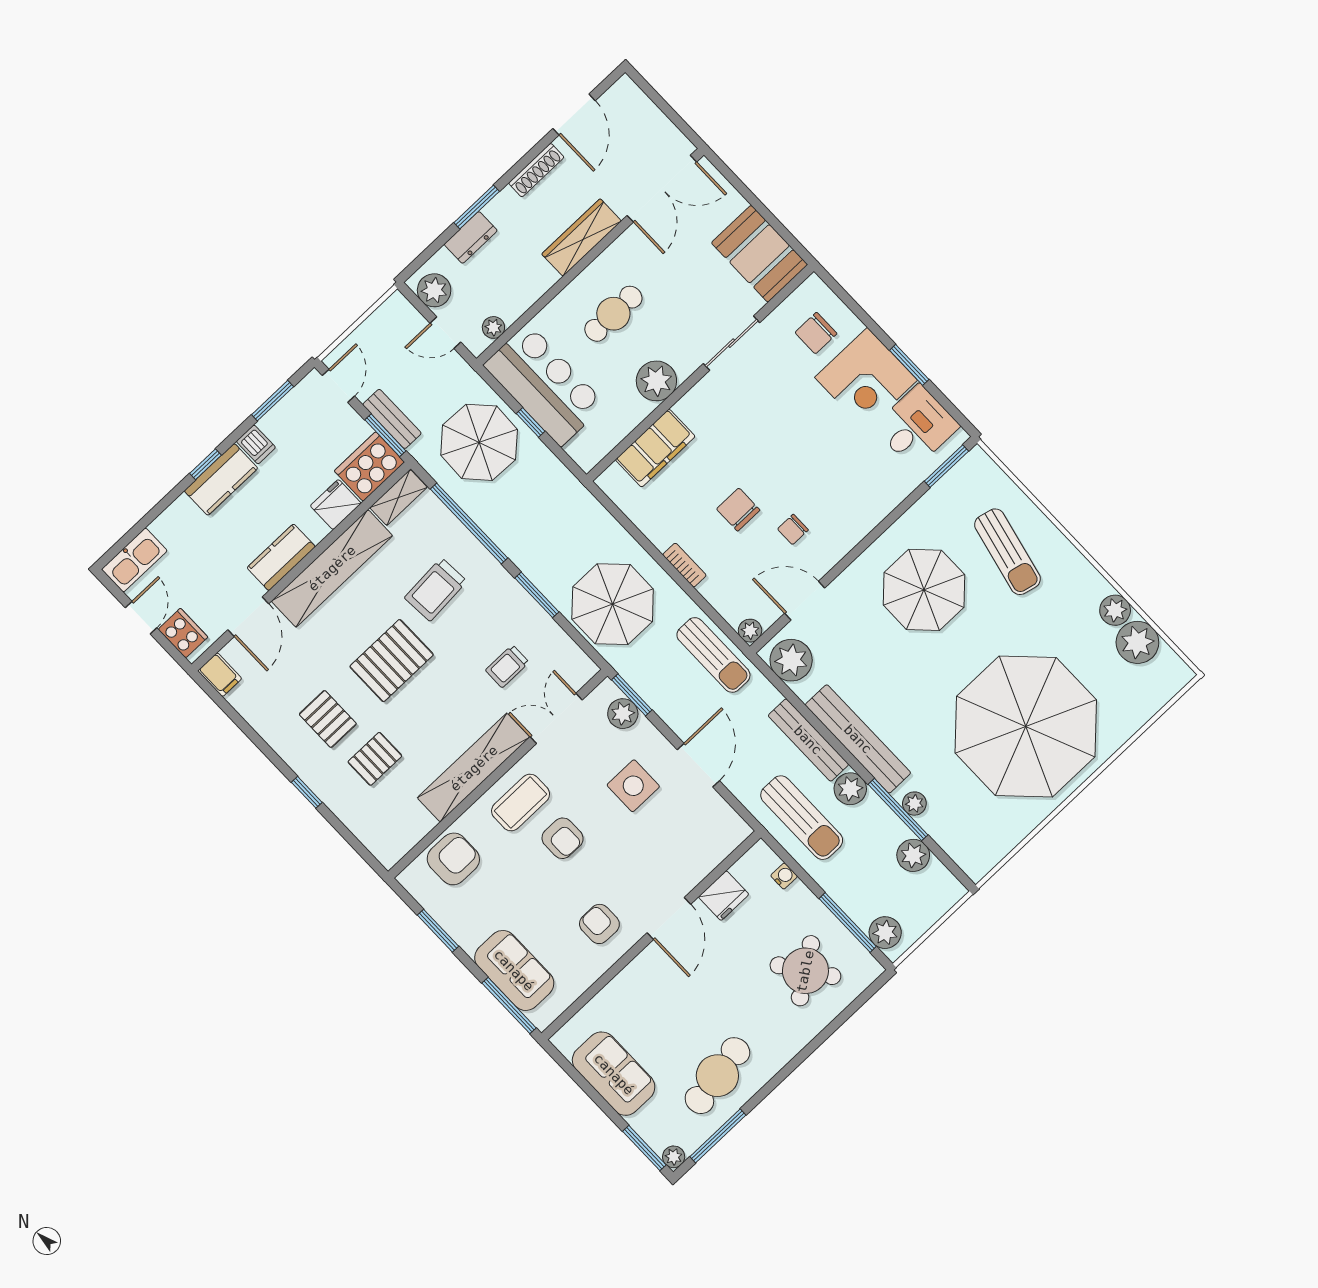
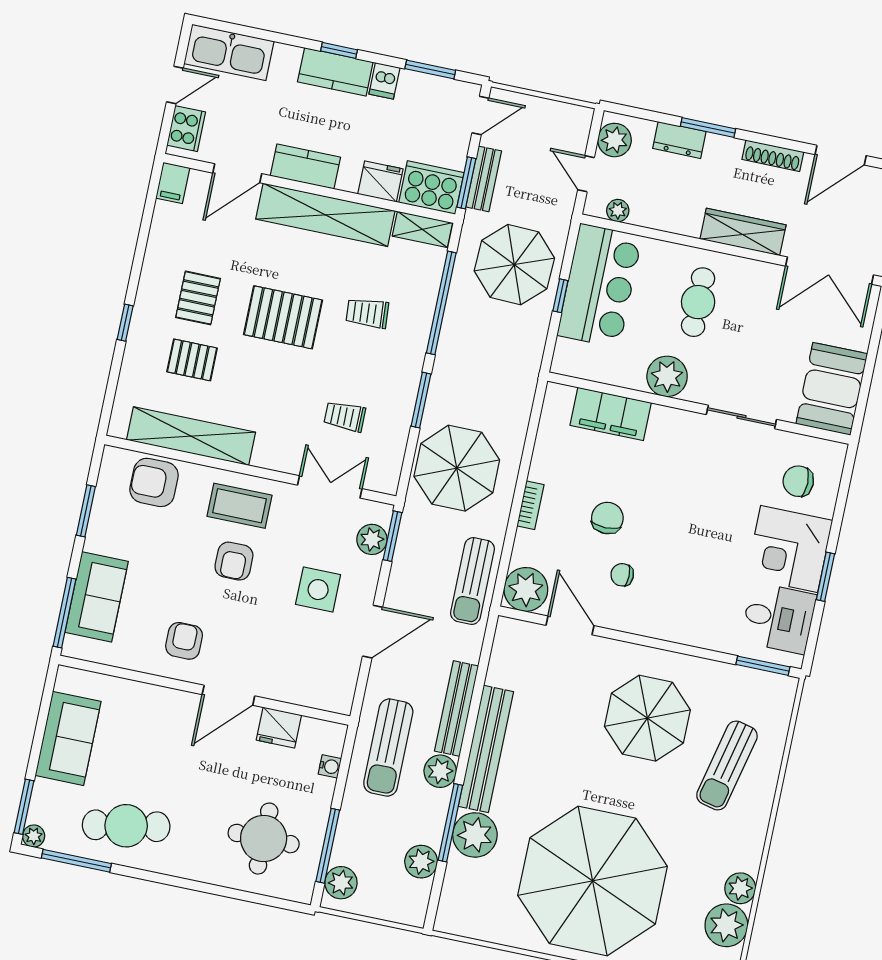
cafe table: (613, 314) -> (698, 302), turned 90
kitchen sink: (134, 560) -> (229, 52), width x1.36, depth x1.24
trolley: (436, 590) -> (367, 313), width x0.73, depth x0.72
plant: (750, 631) -> (526, 589), width x1.87, depth x1.87
plant: (791, 660) -> (513, 648), removed
shelving: (474, 768) -> (191, 436), moved
plant: (914, 804) -> (475, 835), width x1.87, depth x1.87
armchair: (453, 859) -> (154, 482), turned 180
round table: (805, 971) -> (264, 839), turned 35

